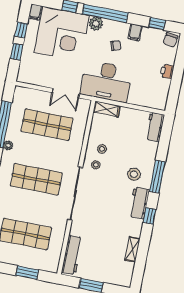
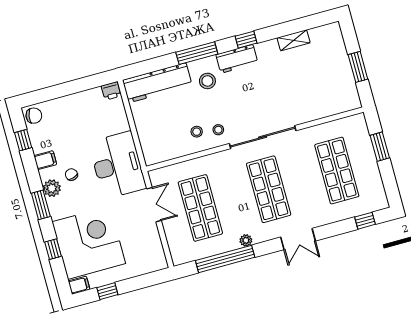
window: (105, 13) -> (41, 205), width x0.47
plant: (96, 24) -> (52, 188), moved
window: (17, 52) -> (135, 284), removed
printer: (167, 71) -> (111, 91), moved
shelving: (107, 109) -> (149, 149), removed
workbench: (155, 127) -> (157, 83), width x1.88, depth x1.32
workbench: (72, 255) -> (334, 106), removed

